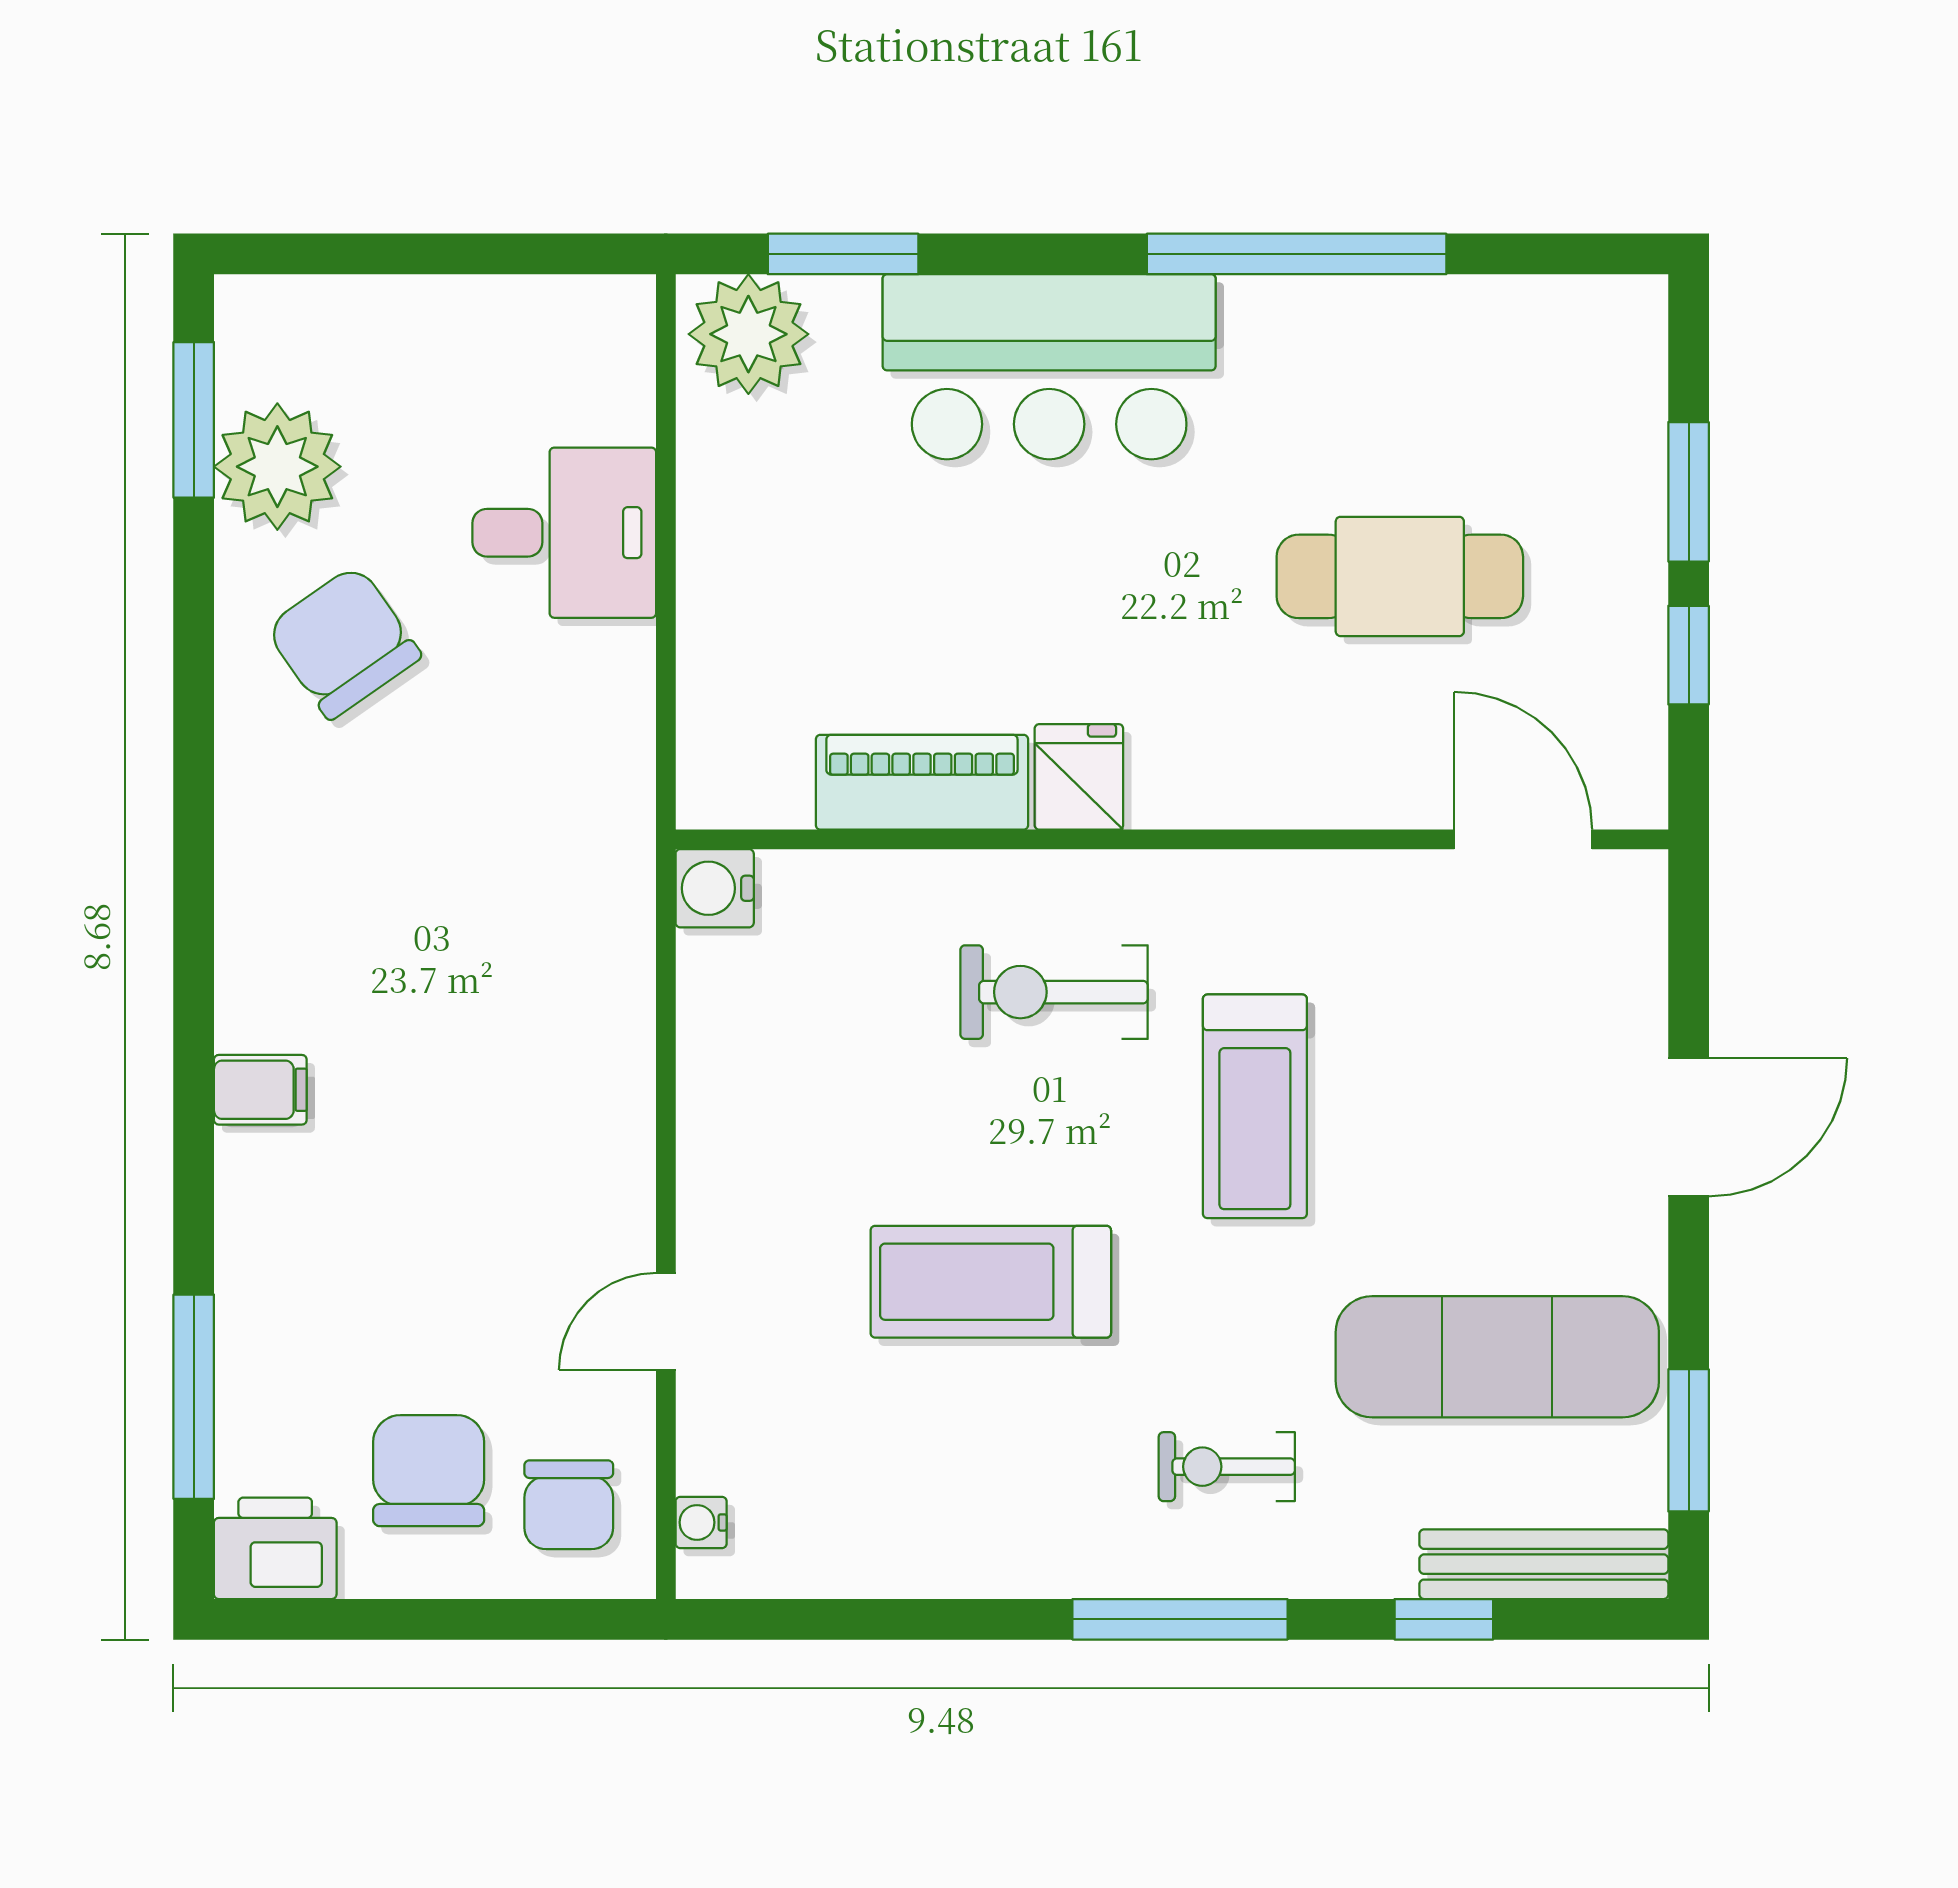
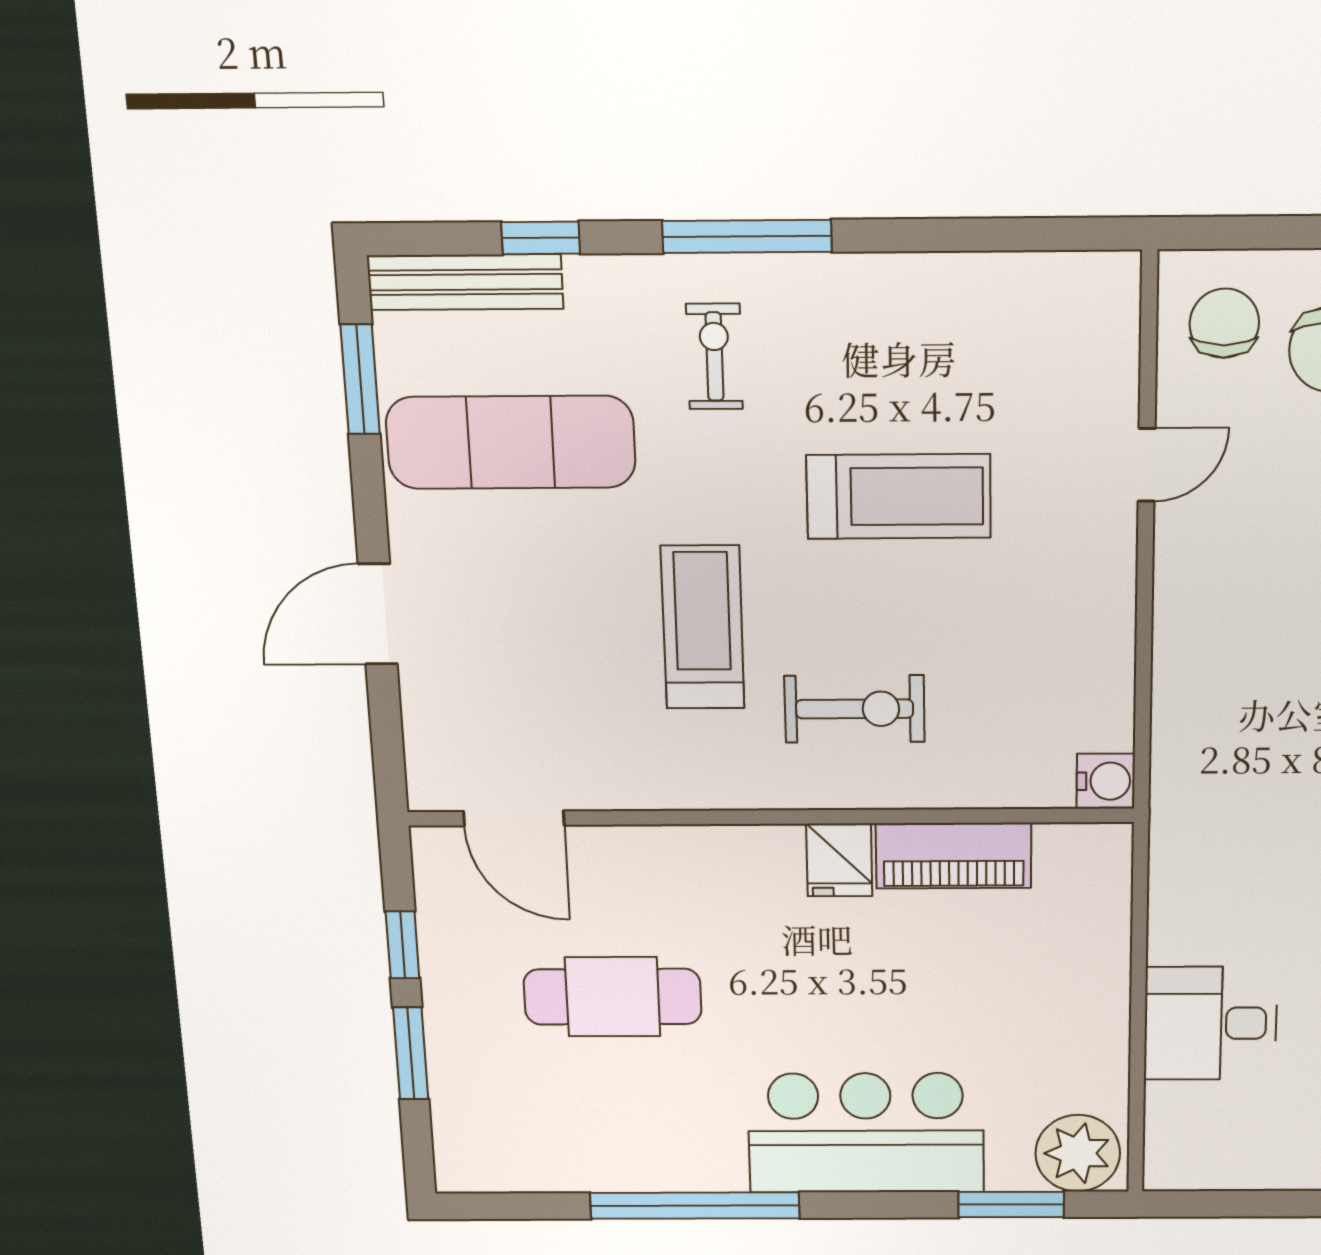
exercise bike: (1227, 1467) -> (714, 357), turned -90
water cooler: (701, 1522) -> (1122, 310), removed

